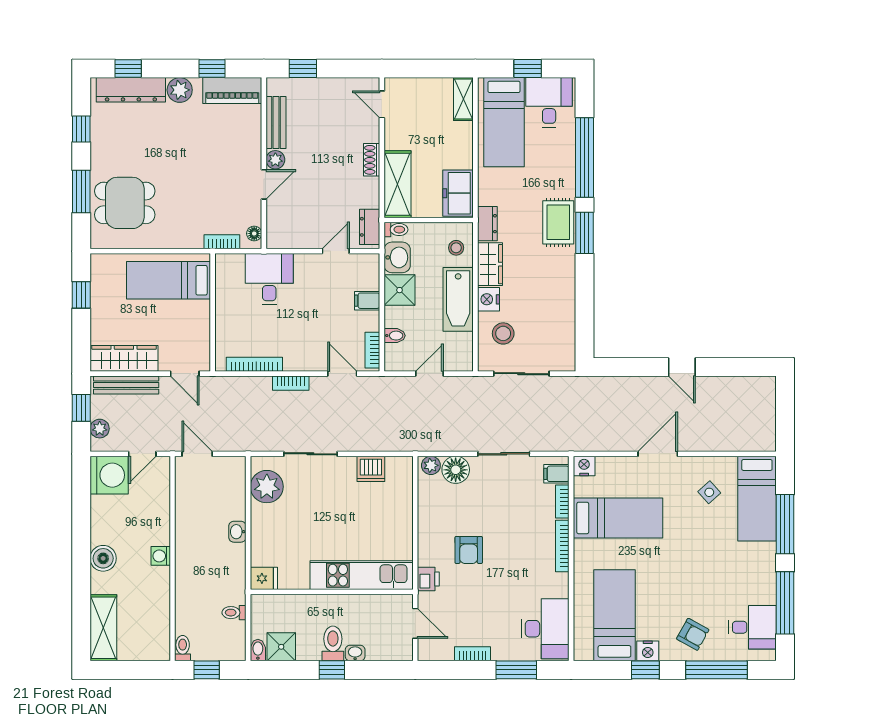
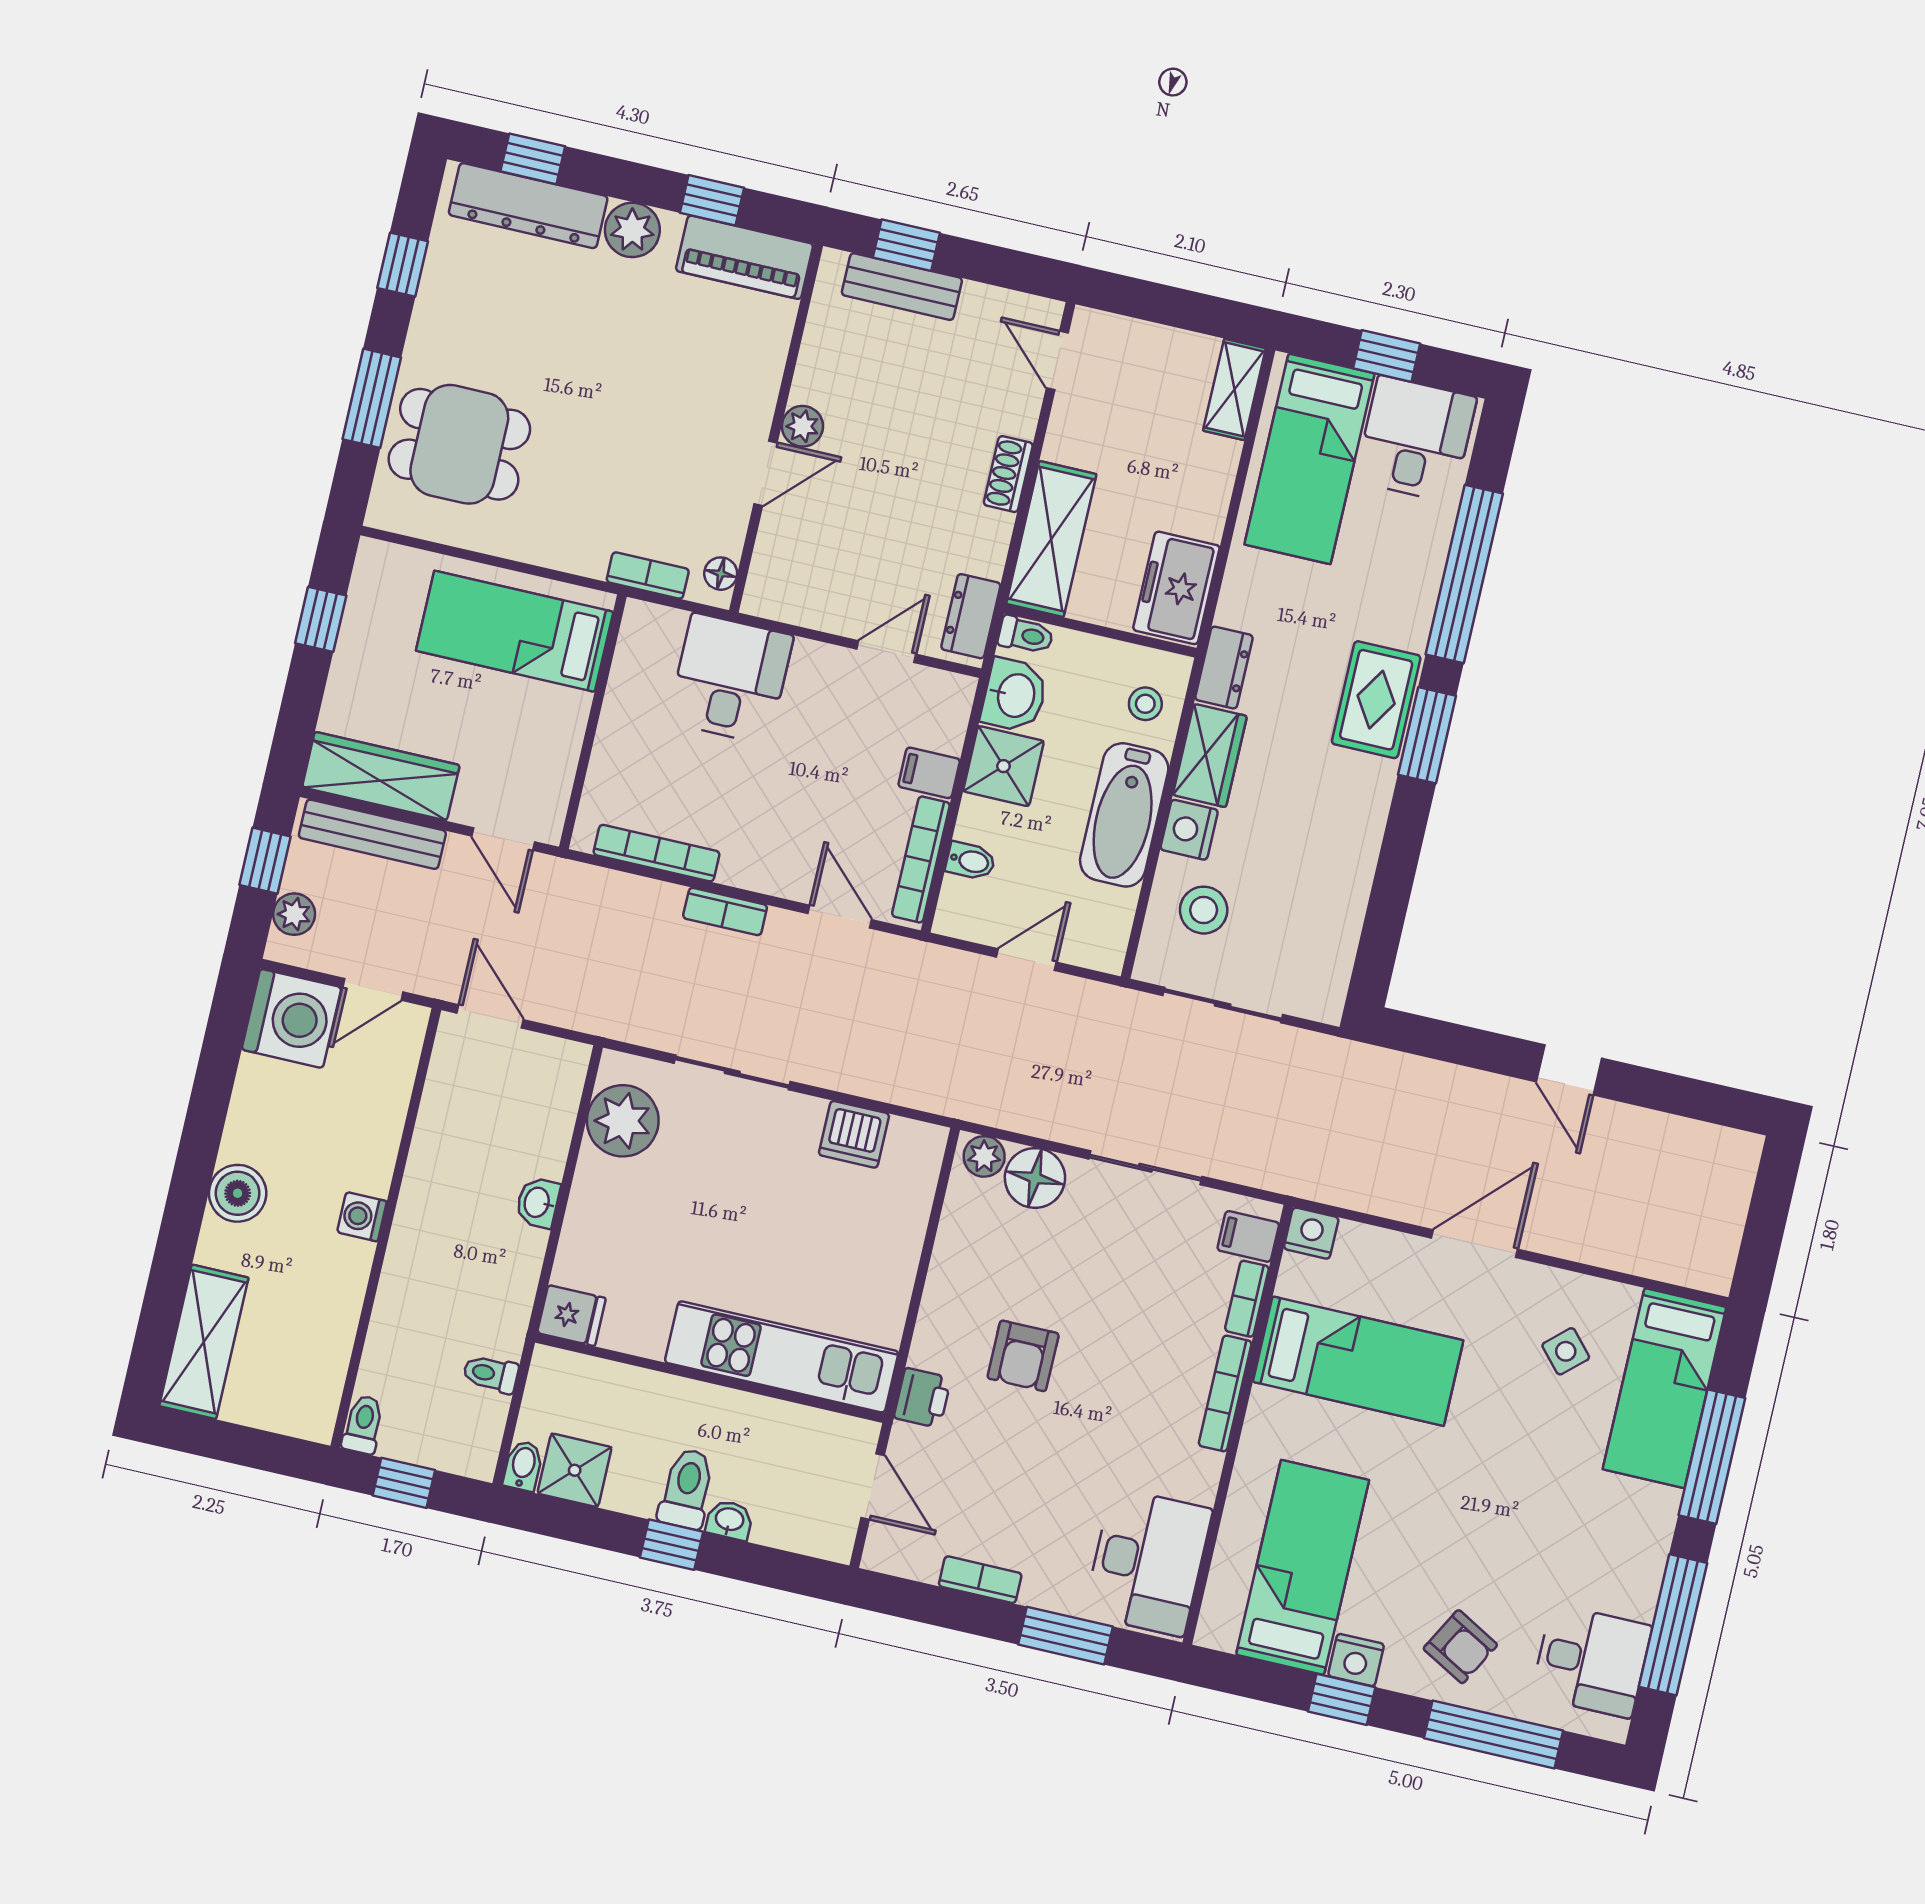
bench: (276, 123) -> (902, 287), moved, turned 90
bookcase: (372, 350) -> (921, 859), width x1.56

